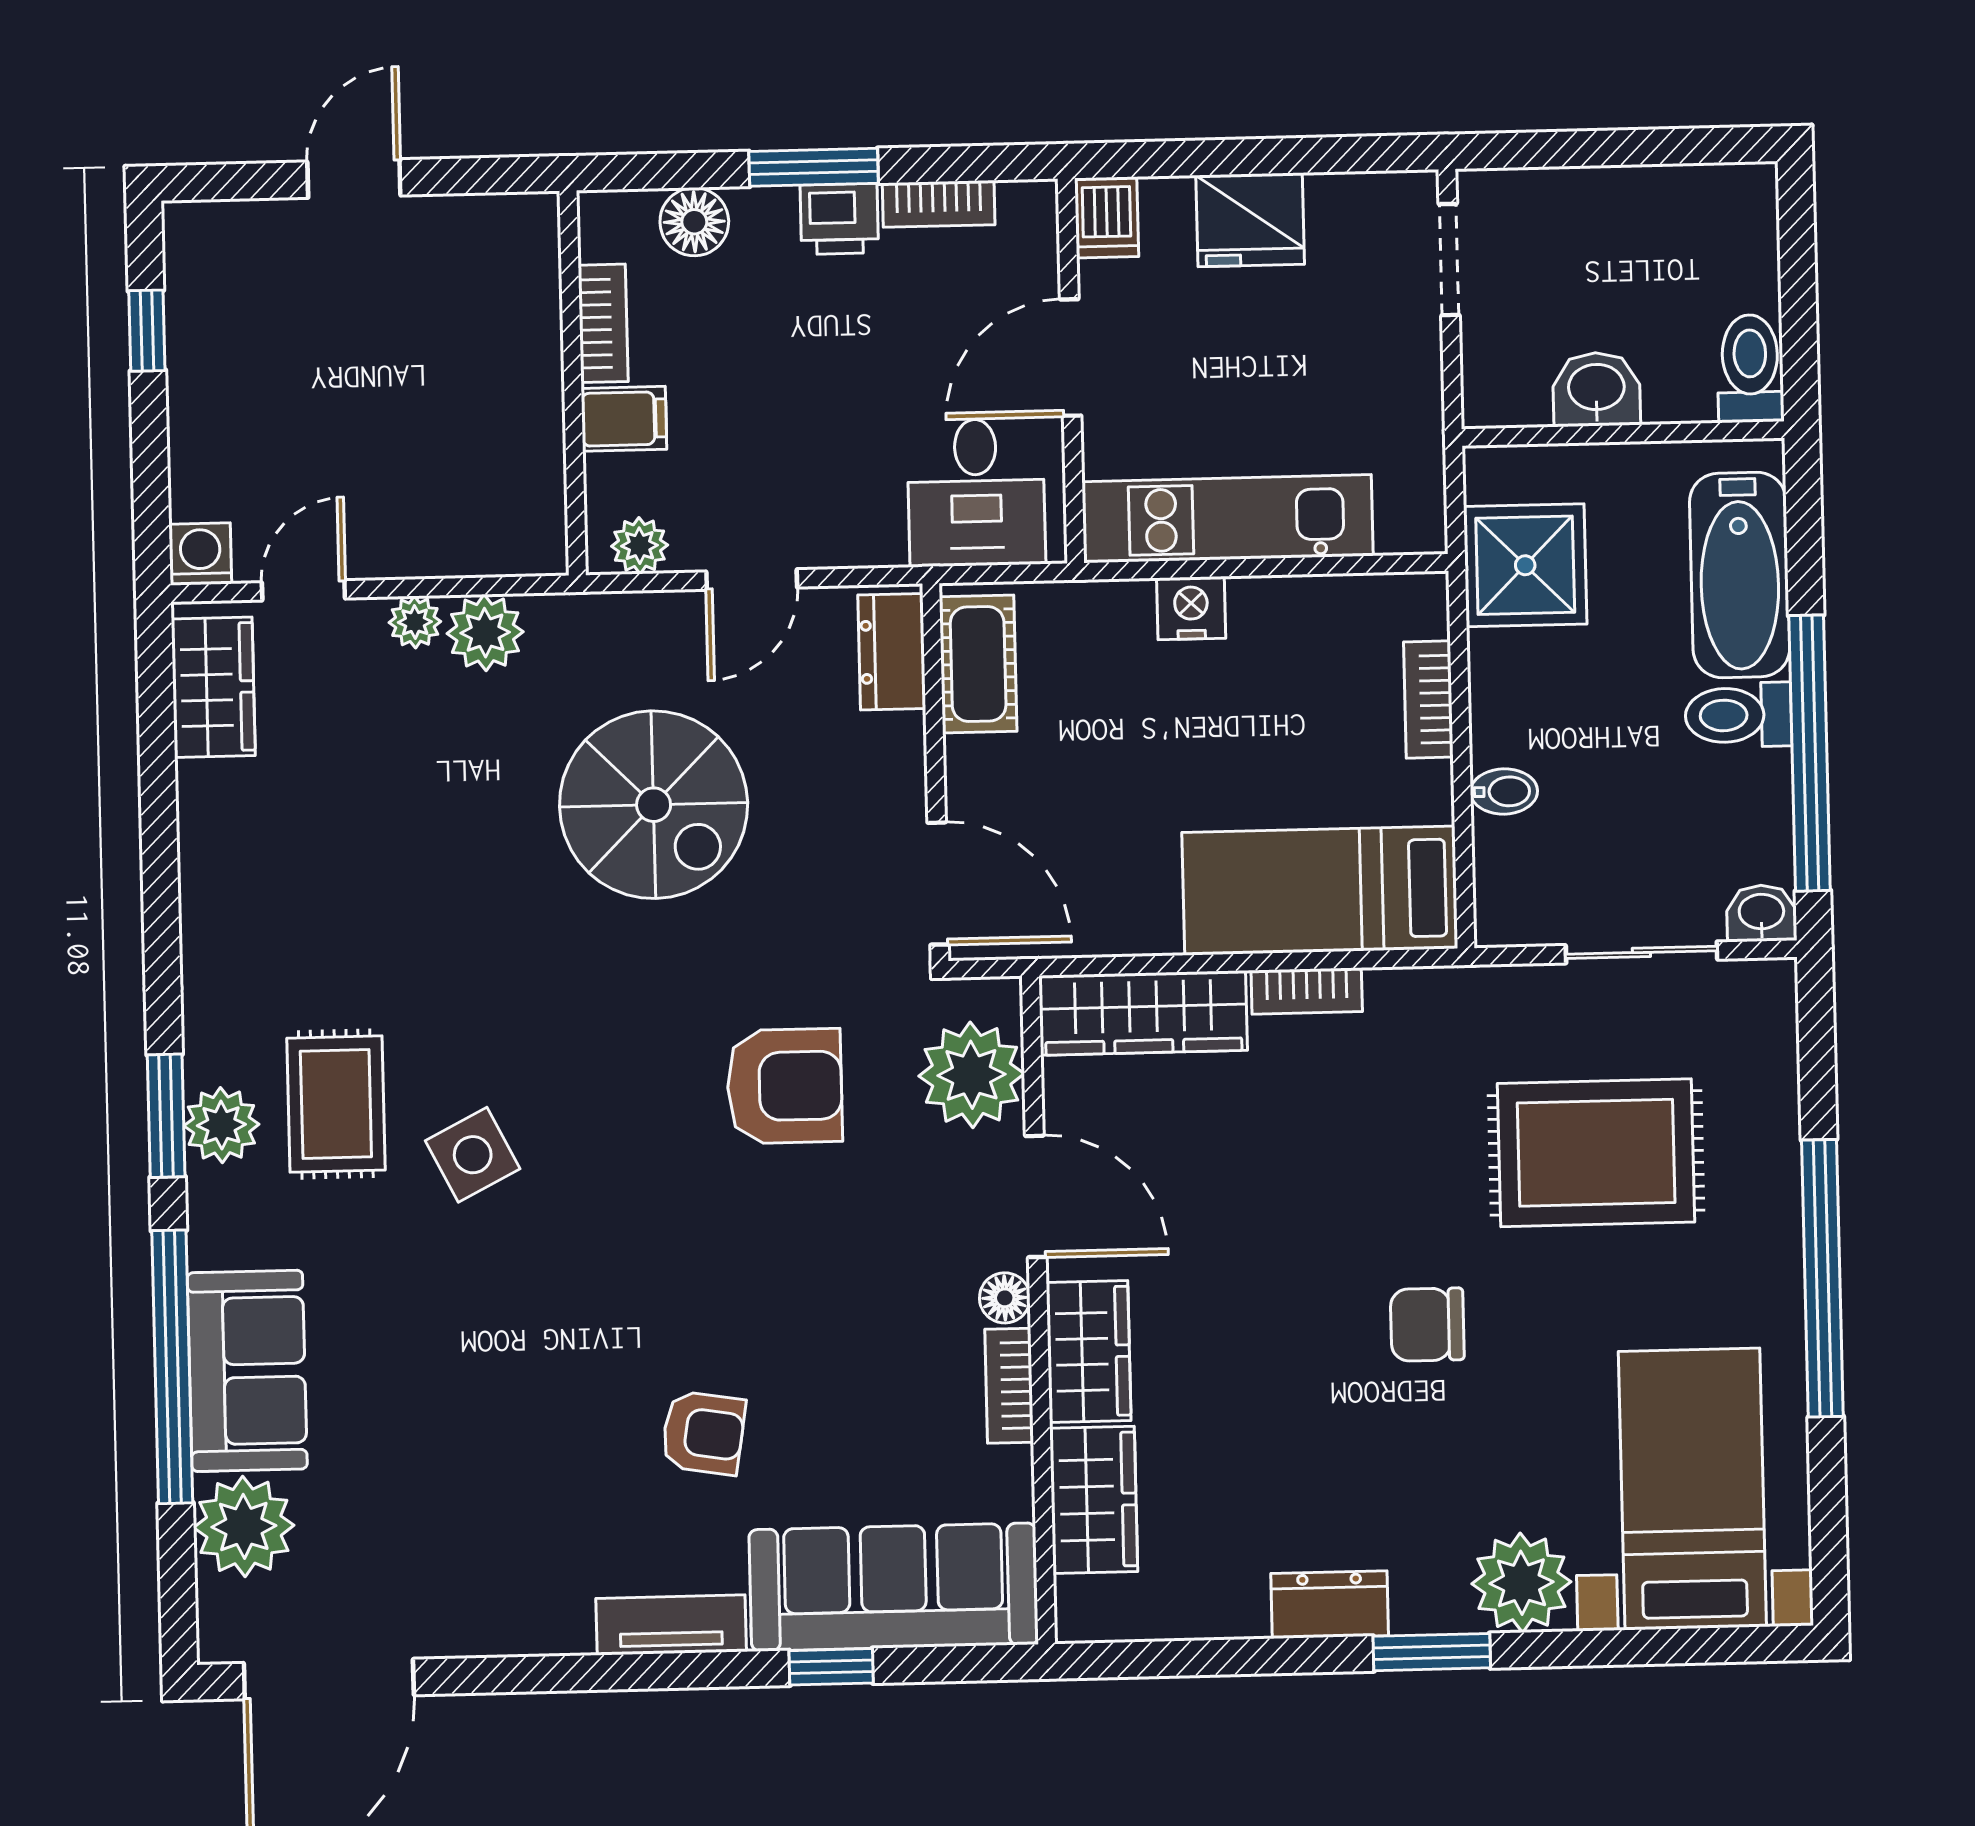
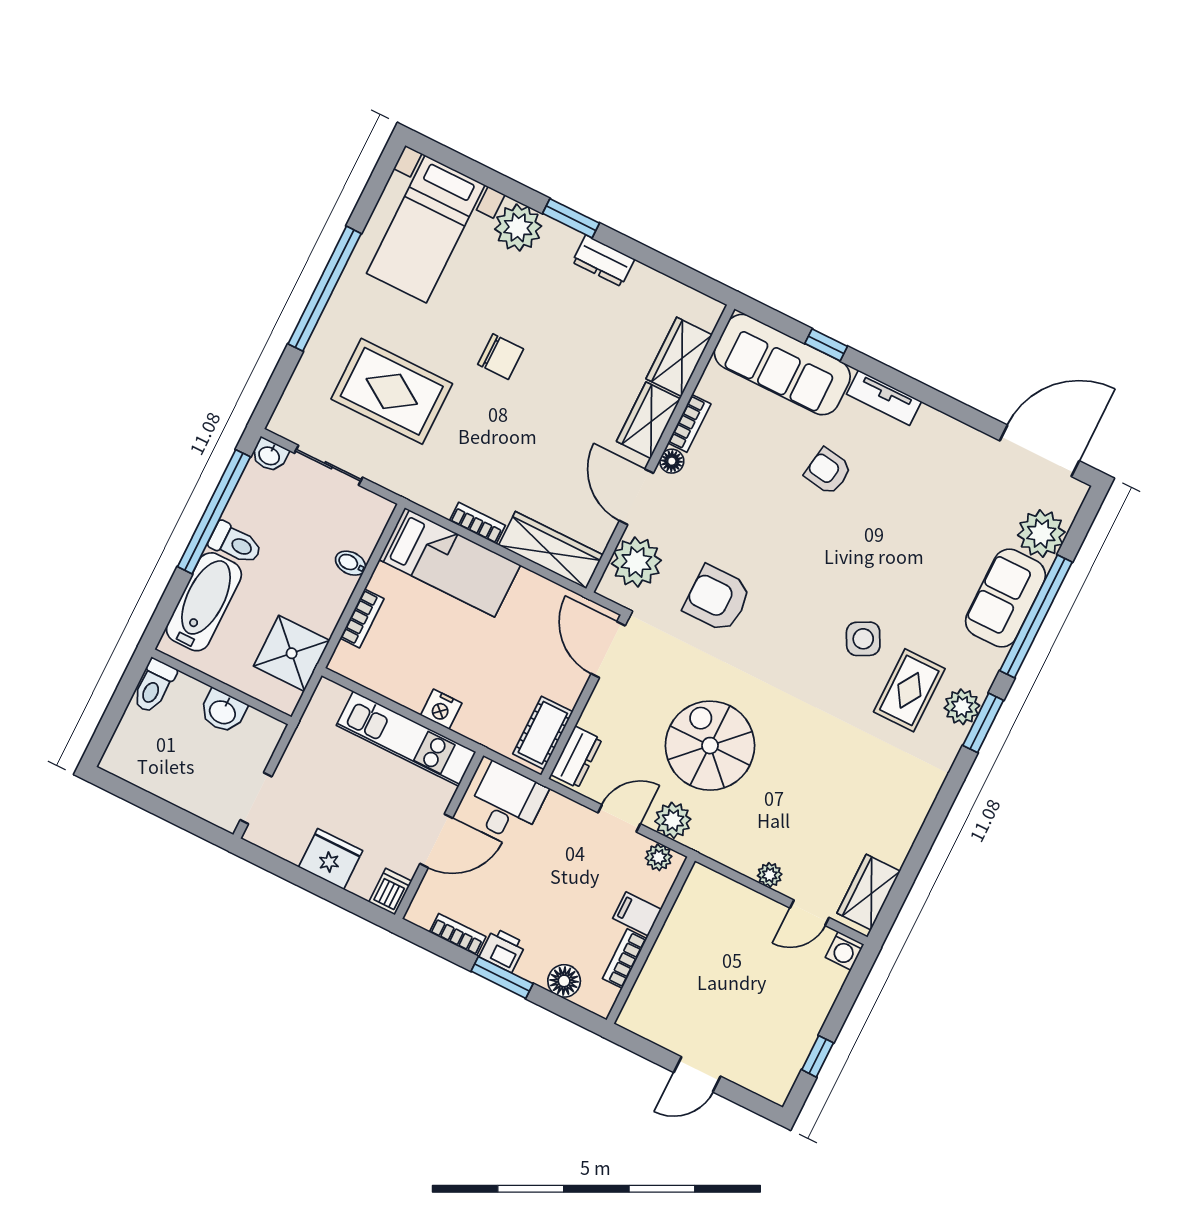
plant: (485, 633) -> (673, 820), moved

